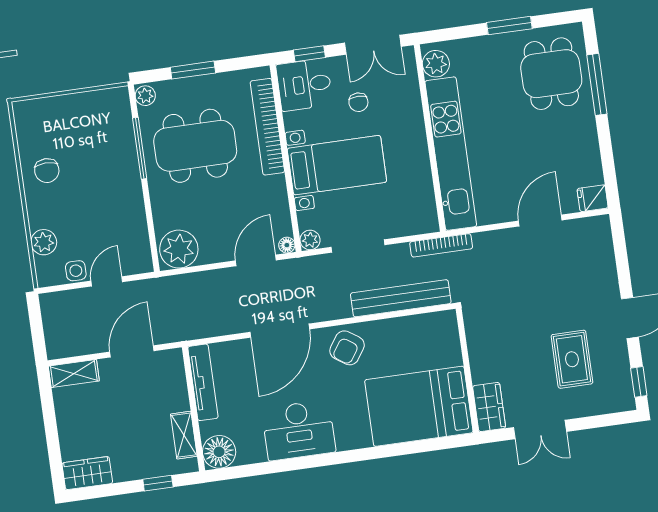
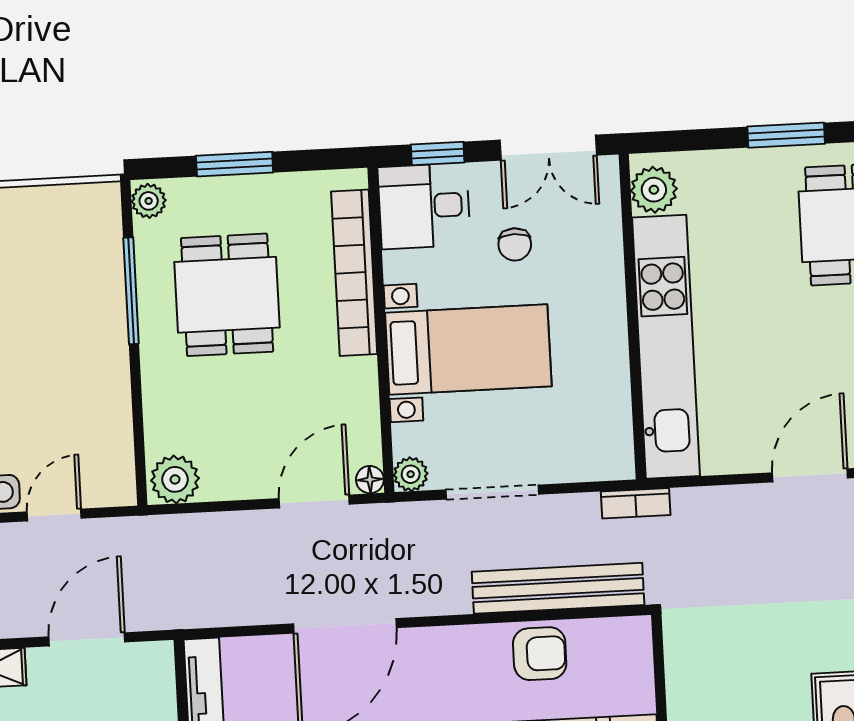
dining table: (195, 146) -> (227, 295), width x0.73
bookcase: (441, 245) -> (636, 503), width x0.64
plant: (179, 249) -> (175, 479), width x0.73, depth x0.73
armchair: (347, 348) -> (540, 654), moved, turned -124

